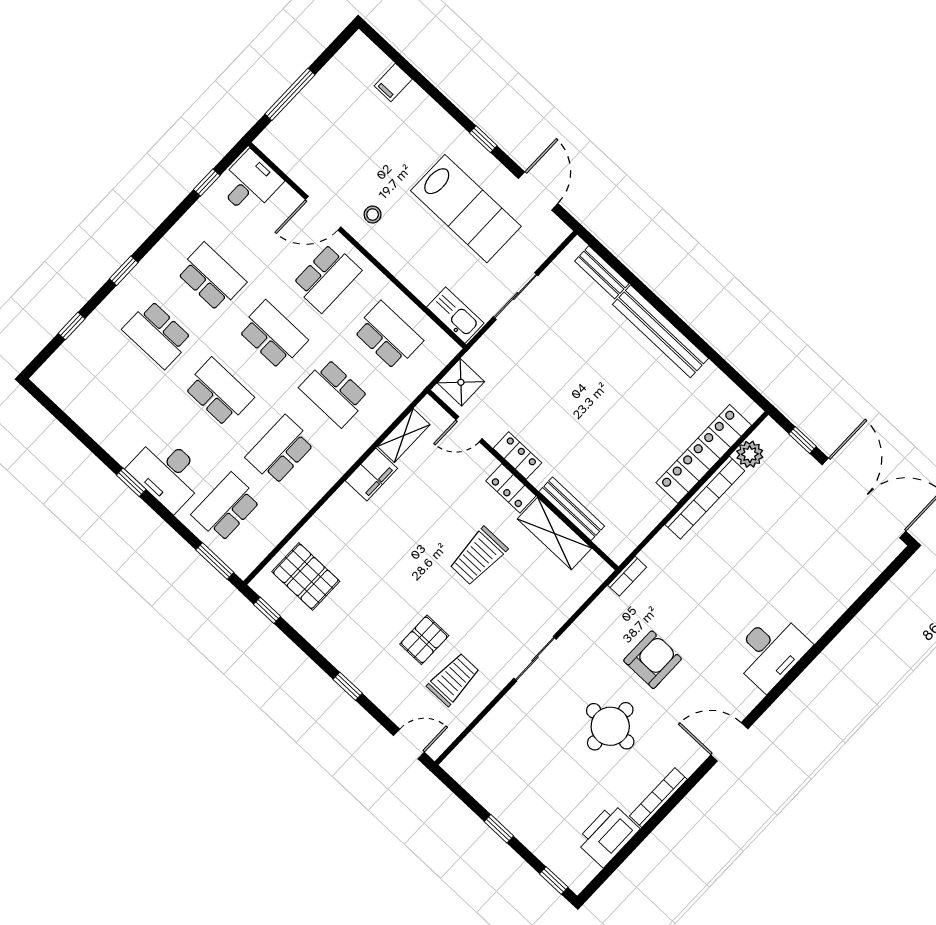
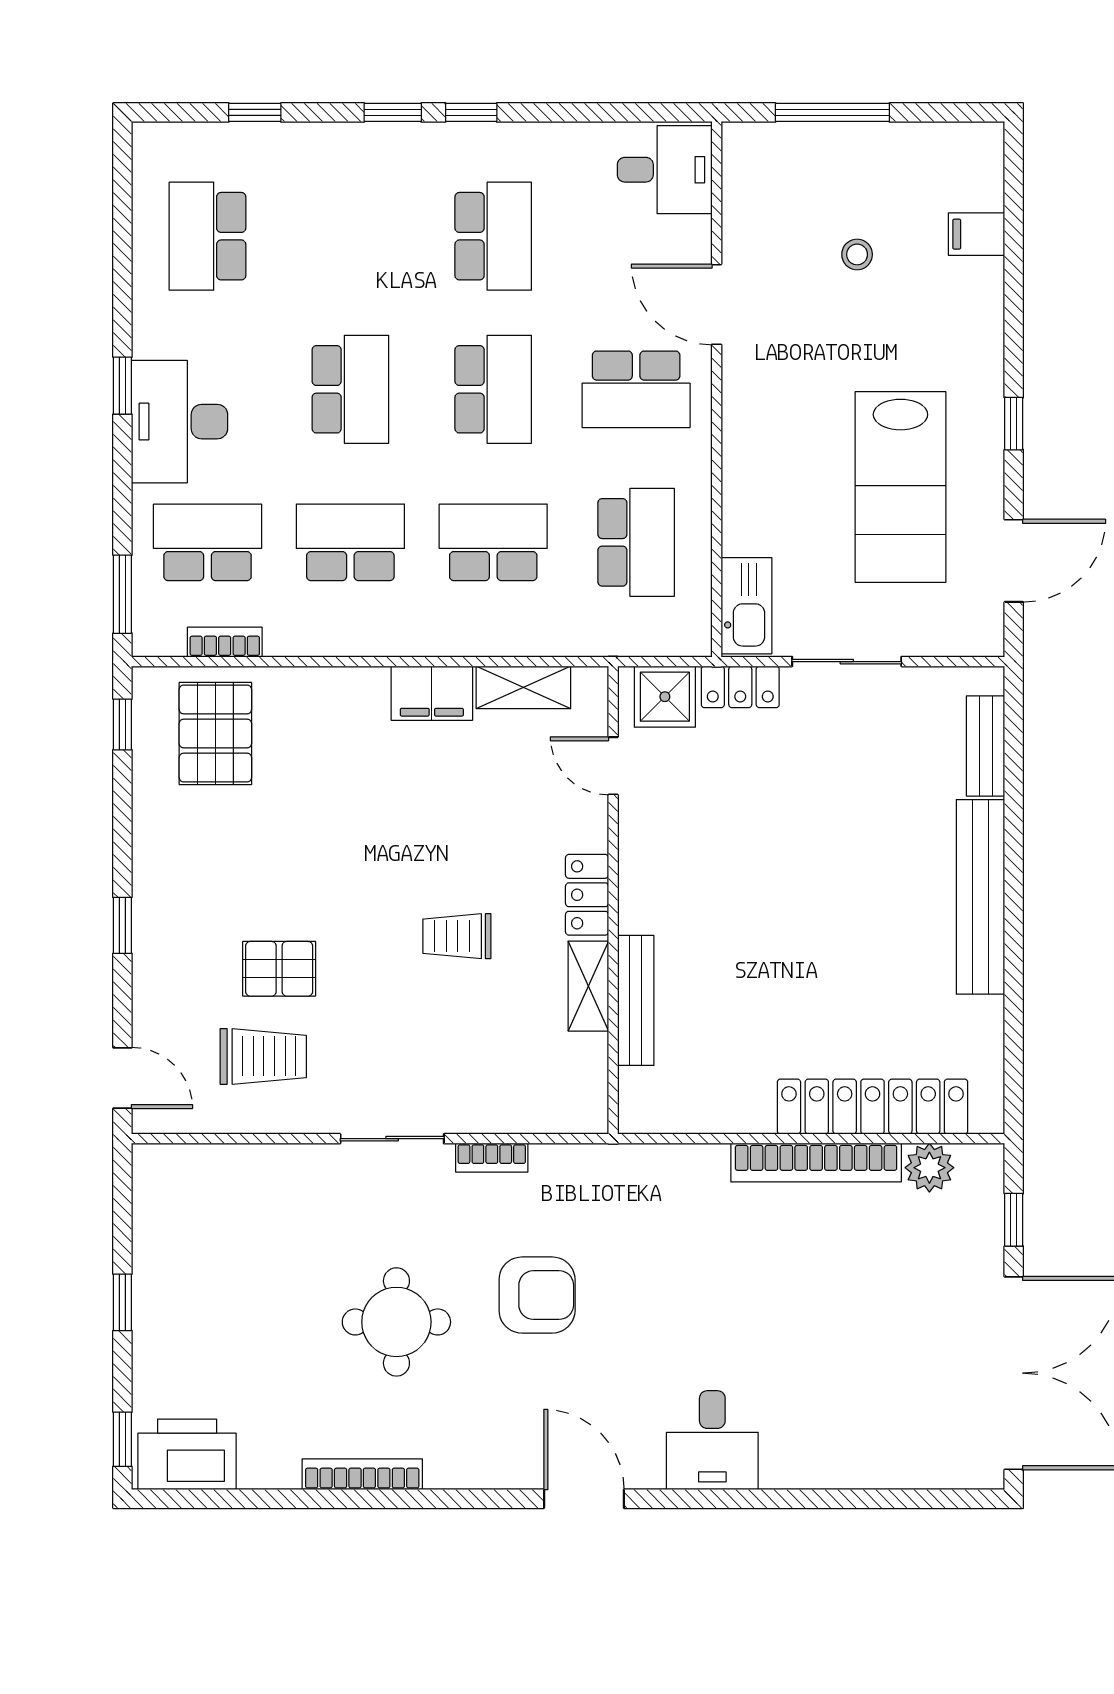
window: (207, 183) -> (471, 112), moved
stool: (373, 215) -> (857, 254), moved
school desk: (157, 334) -> (208, 236), moved
school desk: (334, 393) -> (493, 542), turned 90
locker: (517, 456) -> (740, 687), moved, turned 90
shelving: (554, 534) -> (588, 986), width x0.67, depth x0.75
bookcase: (273, 538) -> (225, 642), added
trolley: (478, 556) -> (457, 936), width x0.73, depth x0.72
bookcase: (627, 576) -> (492, 1158), moved
desk: (771, 651) -> (712, 1440), width x0.73
door: (729, 742) -> (584, 1499), moved
printer: (608, 835) -> (187, 1454), moved

